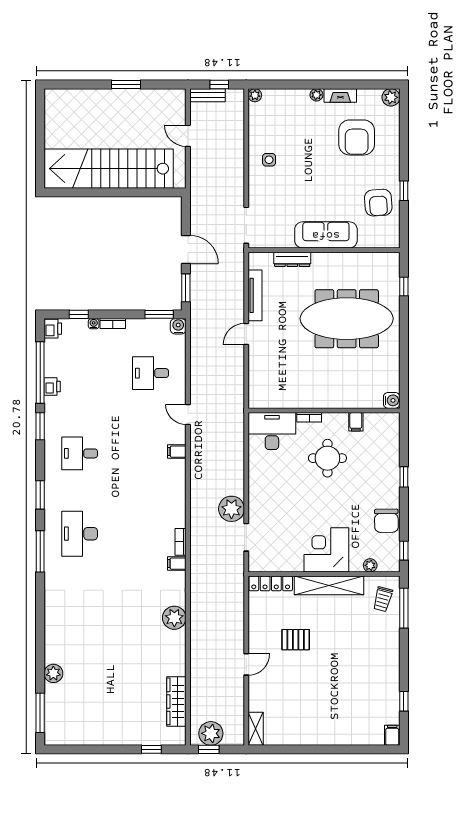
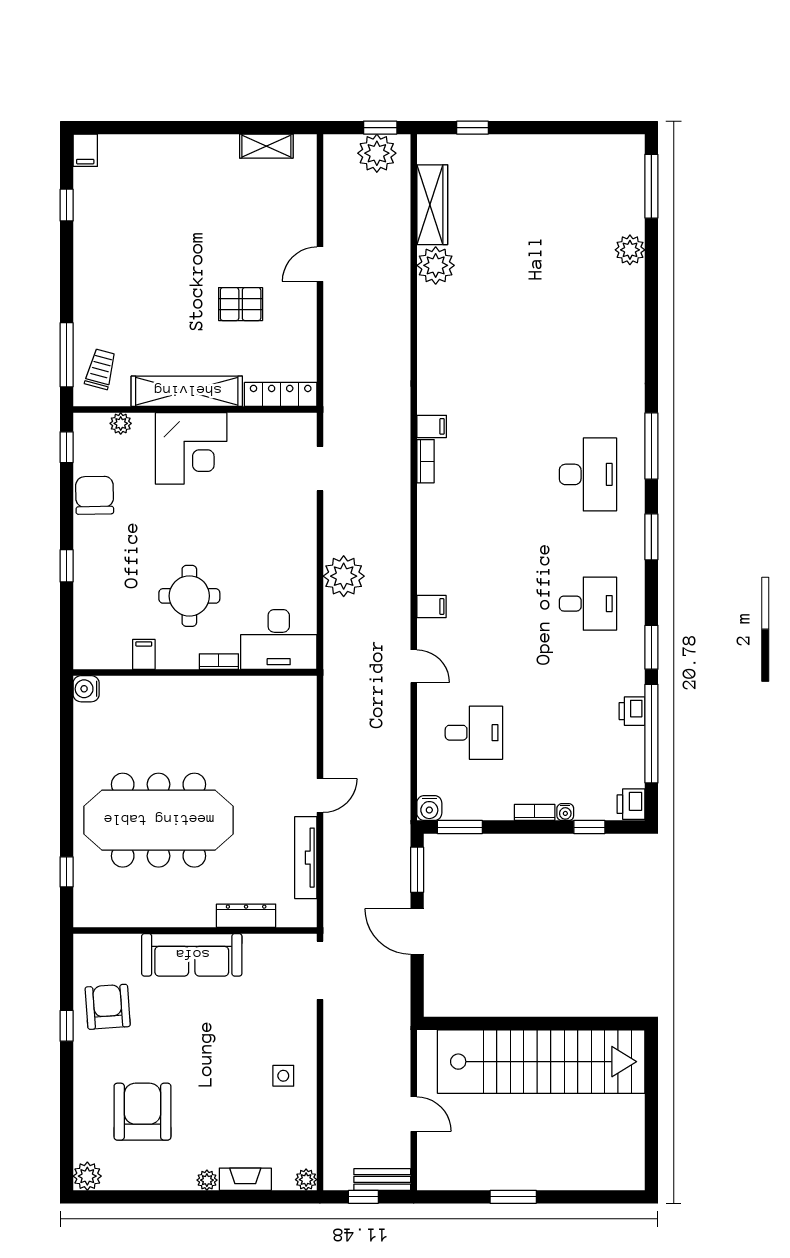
fireplace: (340, 95) -> (245, 1179), moved
plant: (231, 509) -> (344, 576), moved
plant: (174, 618) -> (436, 265), moved
shelving: (256, 729) -> (266, 146), moved, turned 90

